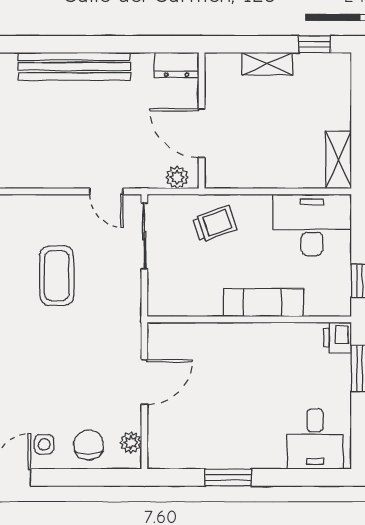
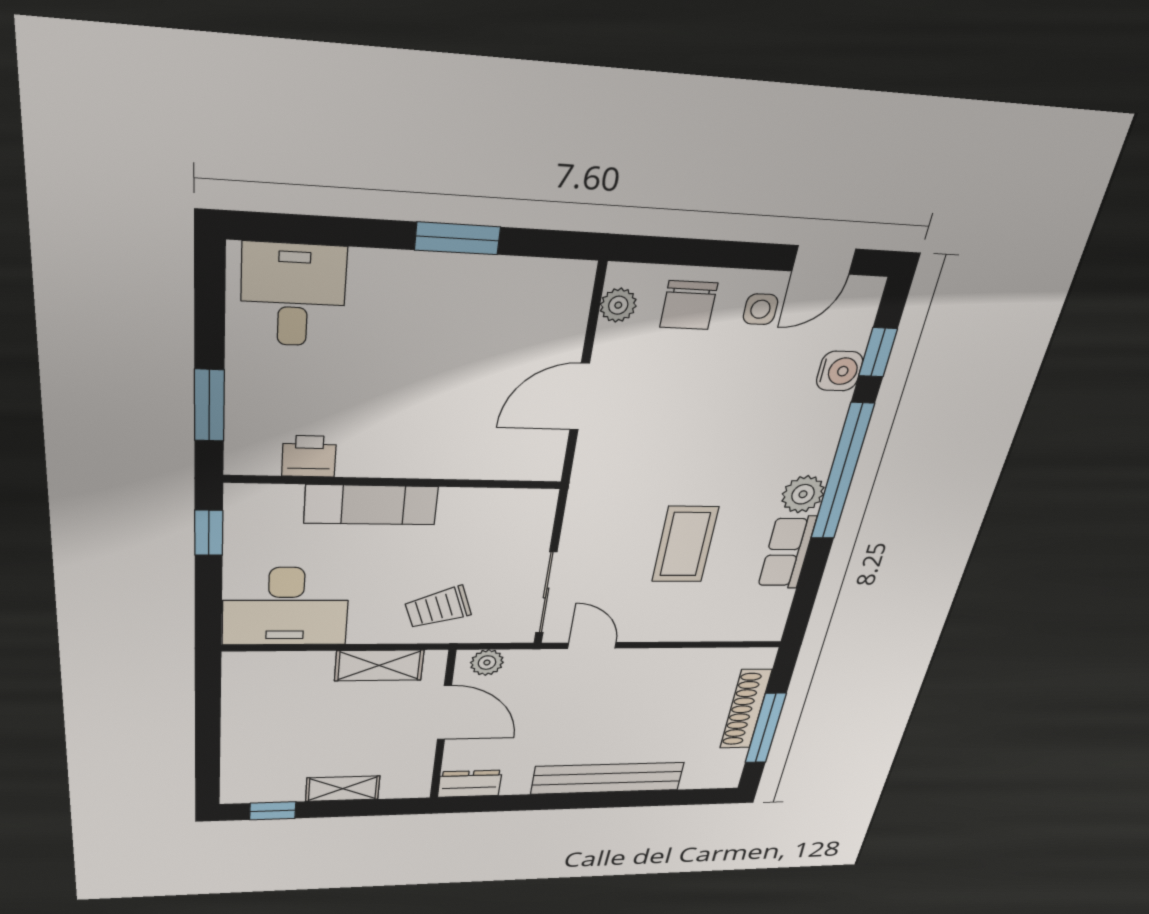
shelving: (339, 160) -> (379, 665), moved, turned 90
printer: (337, 338) -> (309, 456), moved, turned -90

